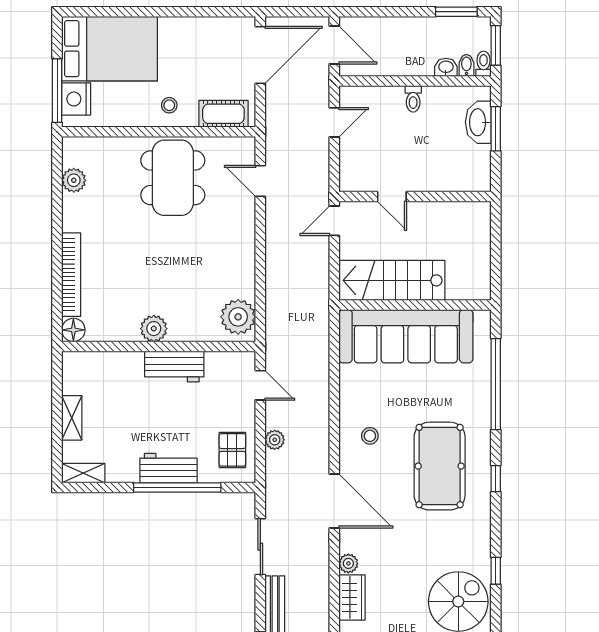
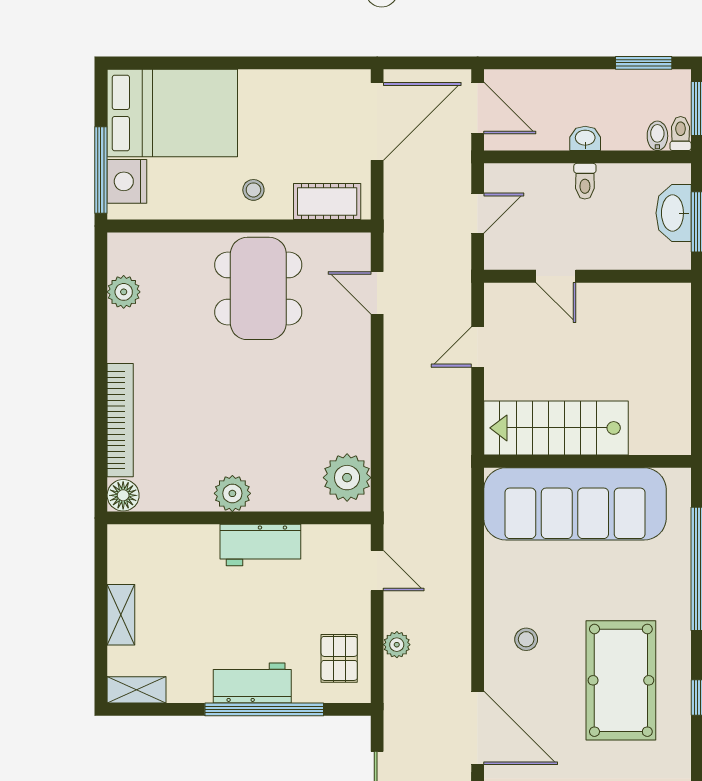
washbasin: (446, 67) -> (585, 138), moved
door: (392, 196) -> (556, 276), moved
wall: (415, 196) -> (587, 276), moved

